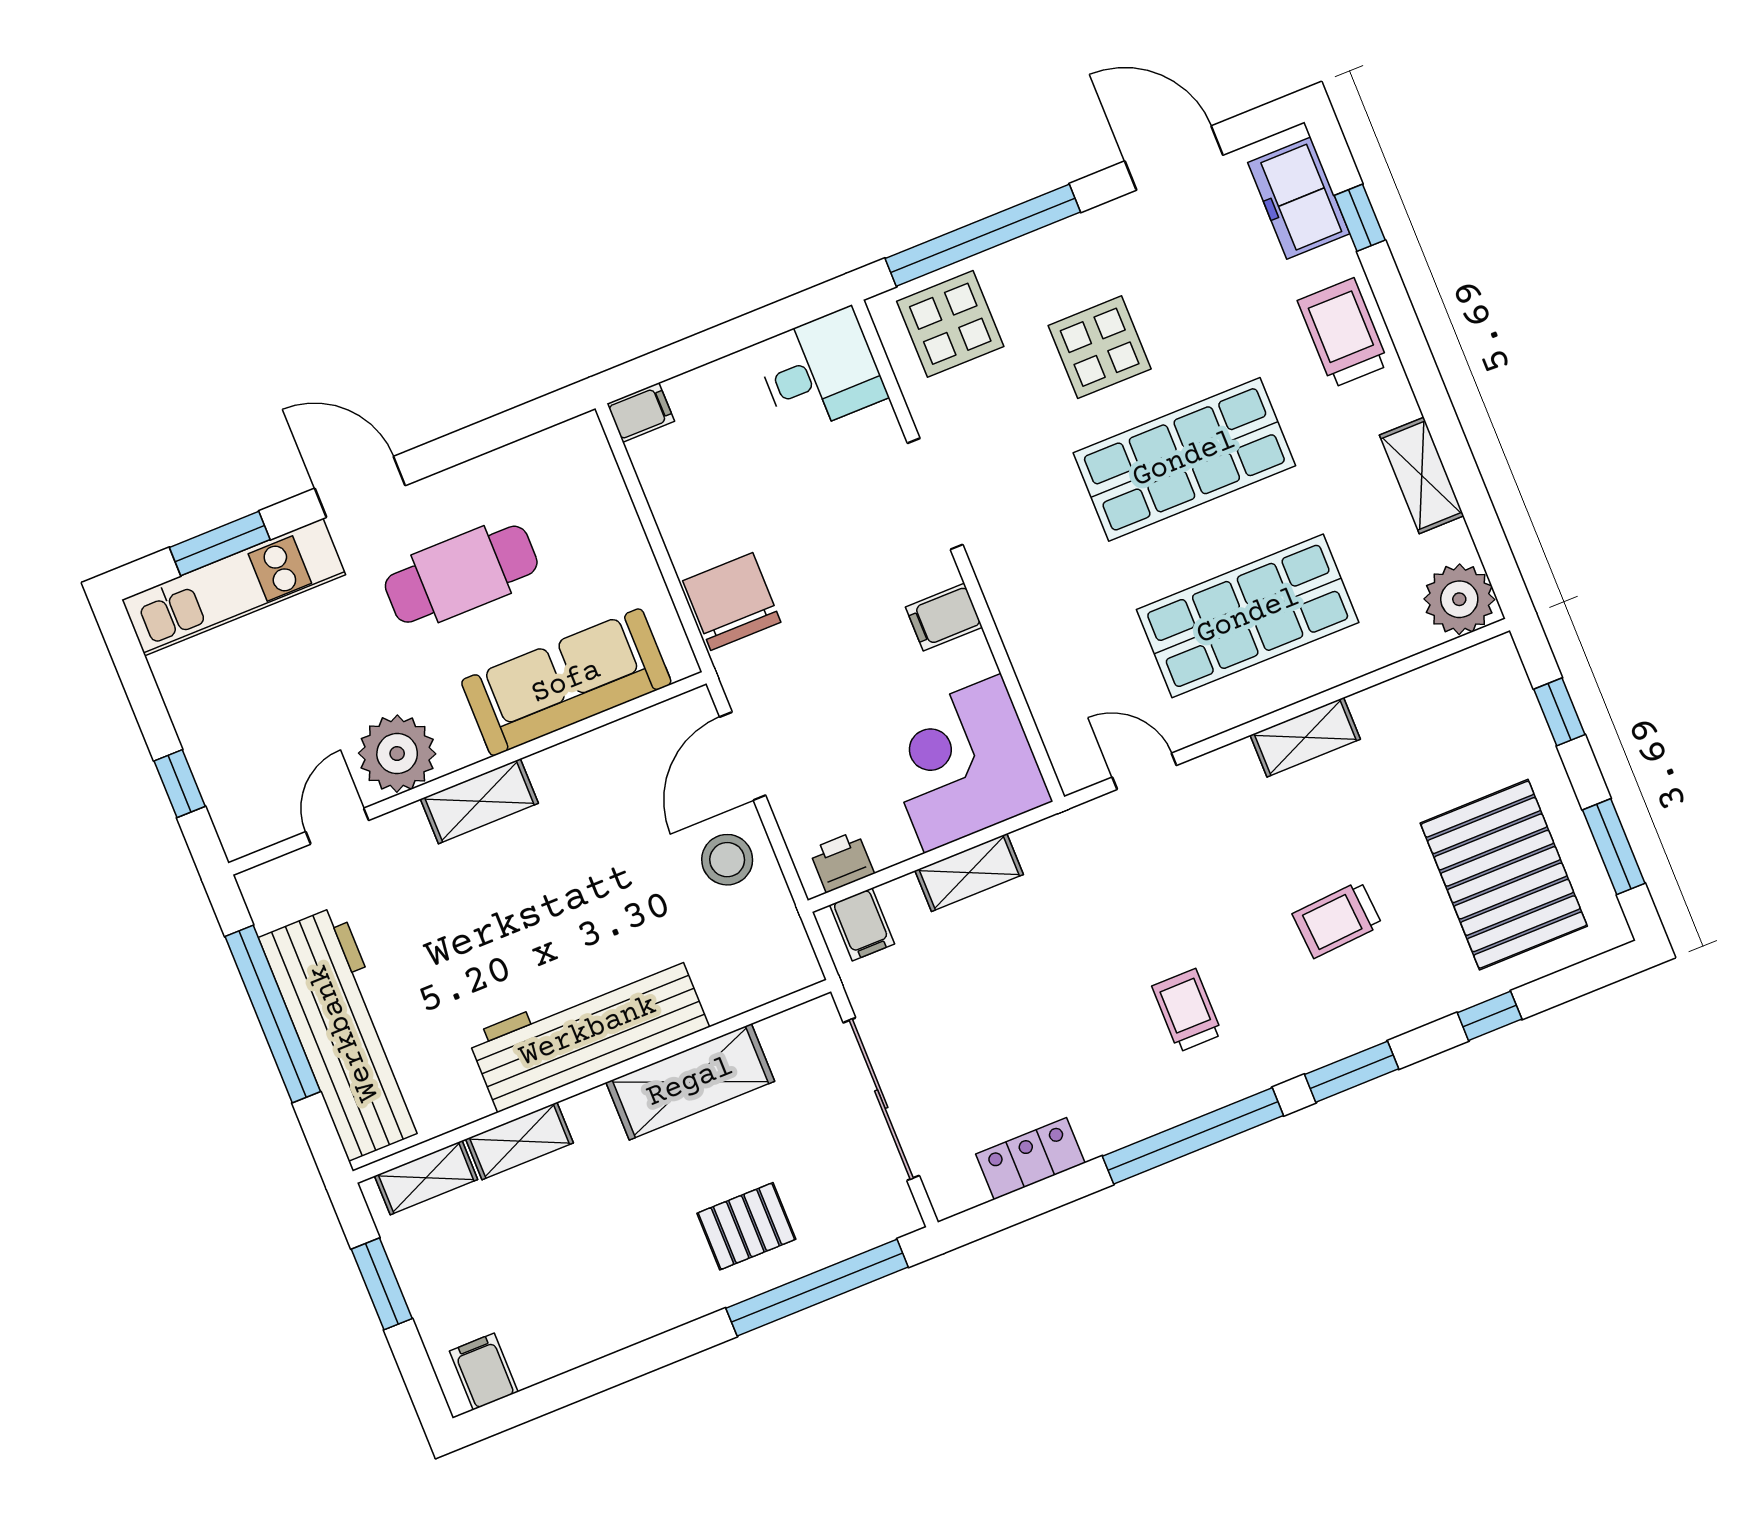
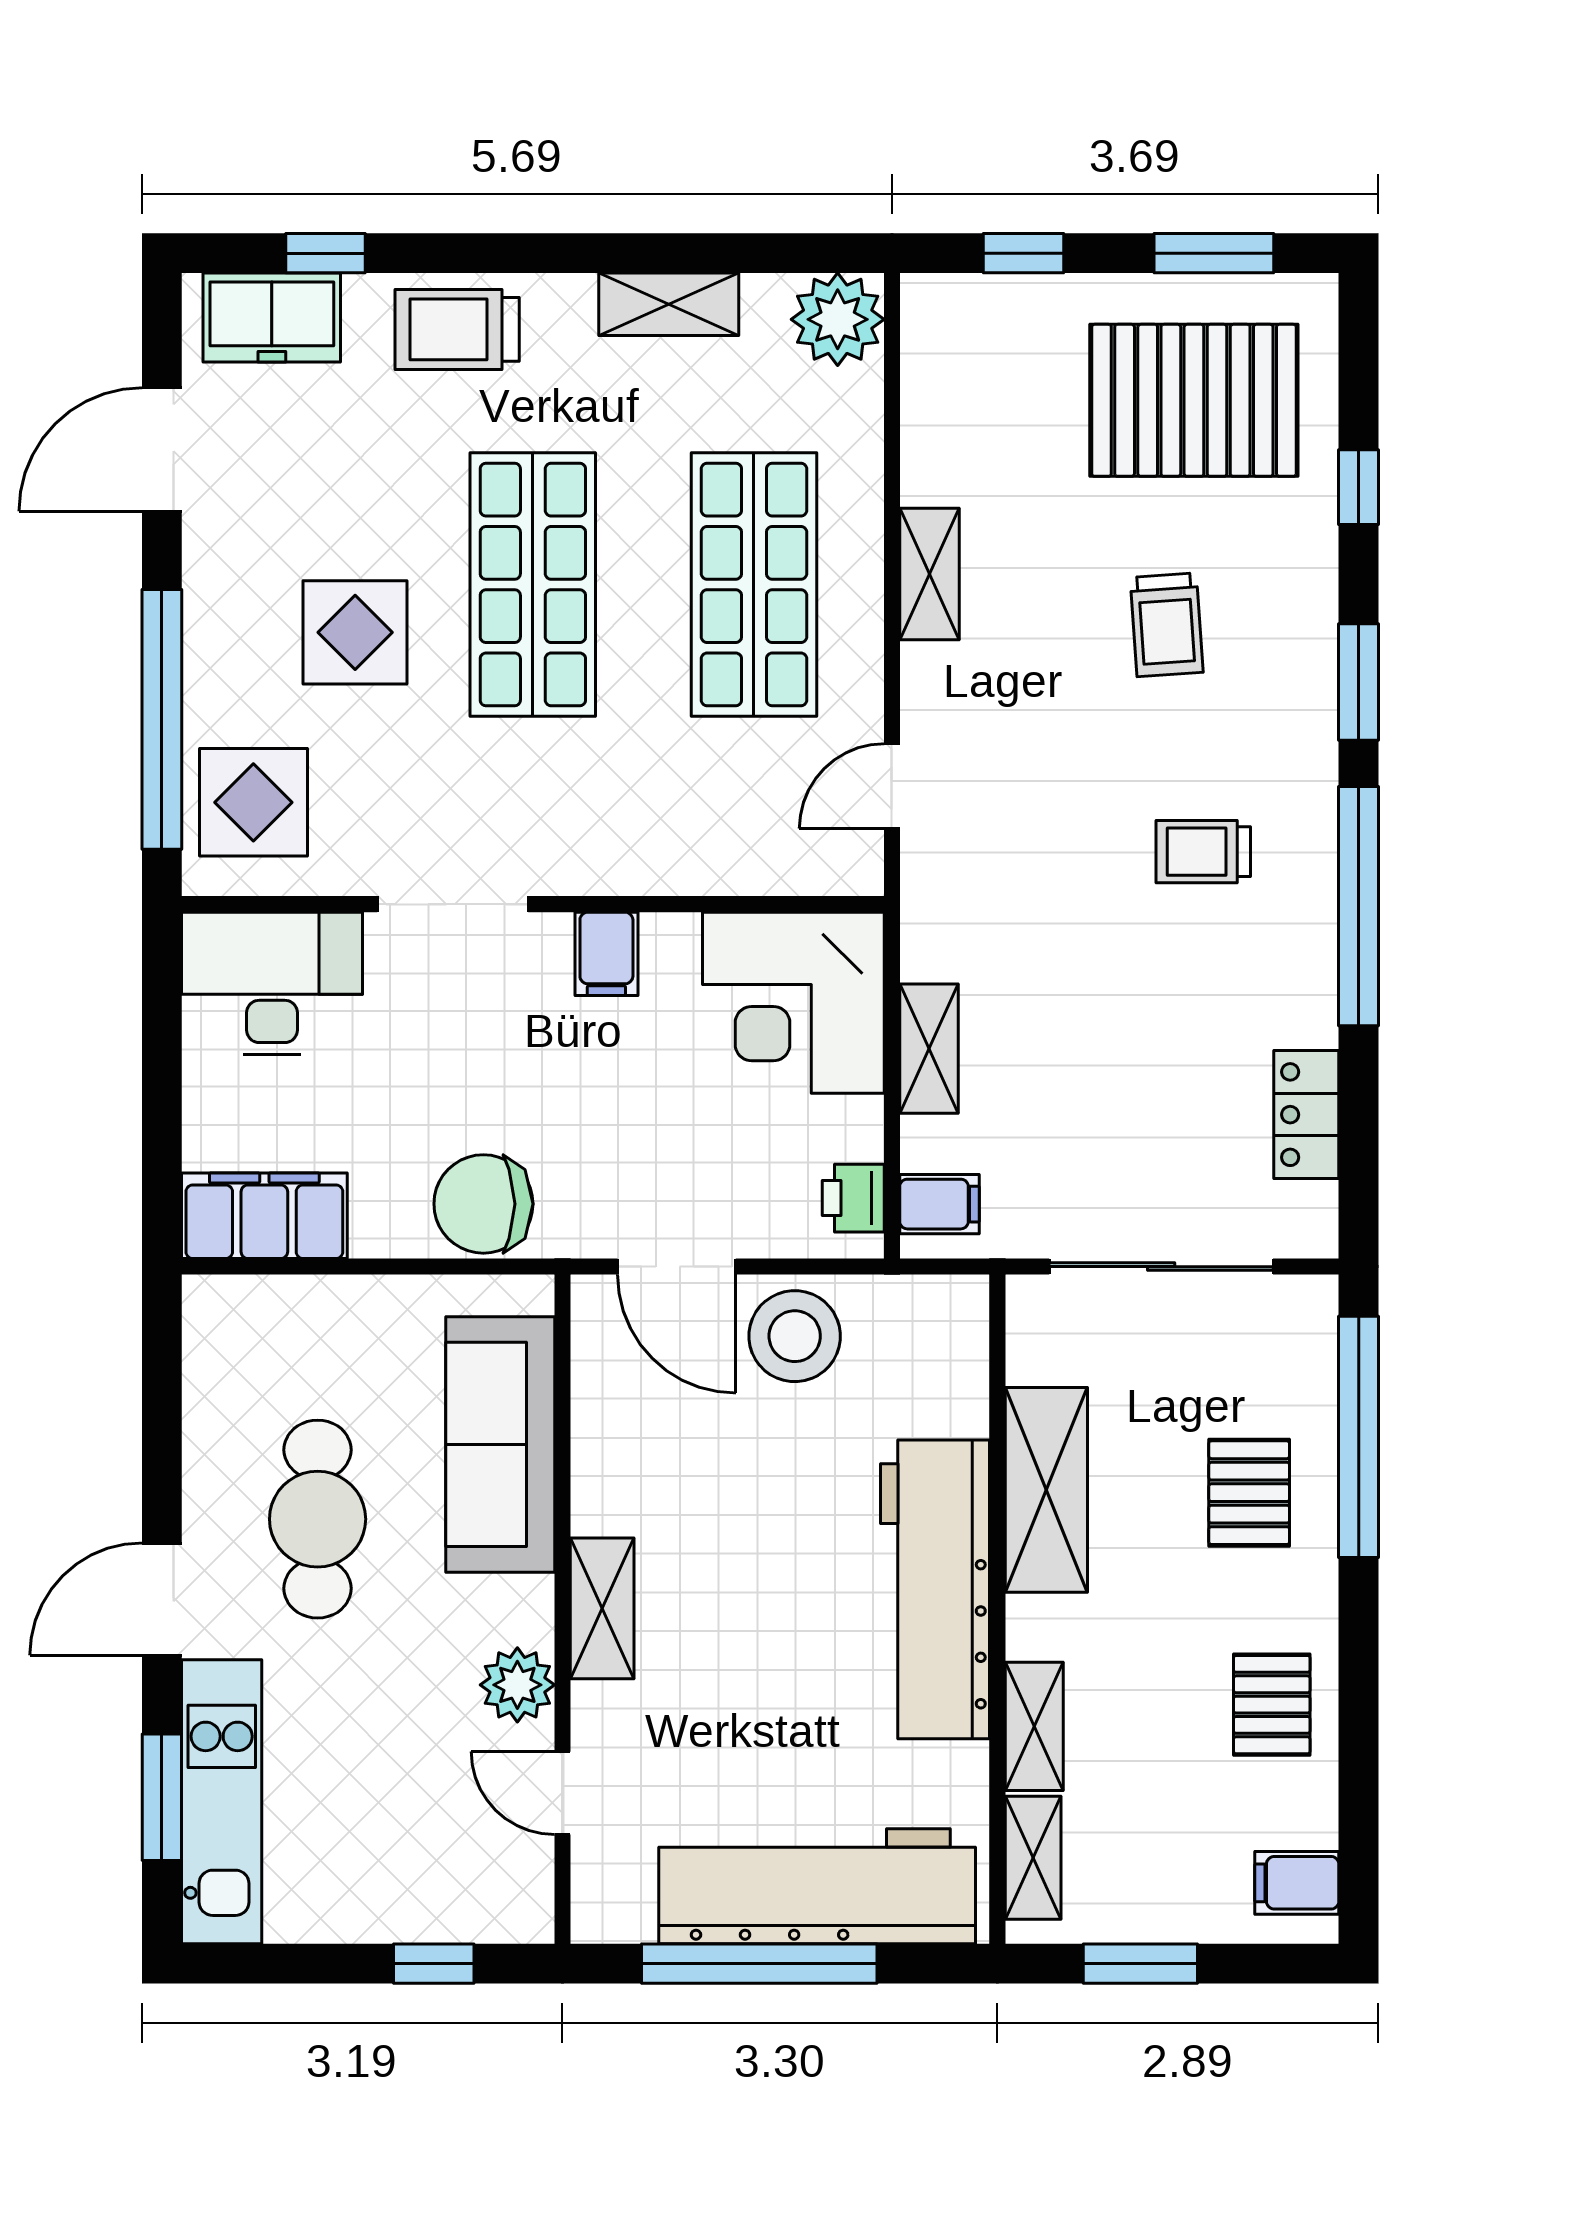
desk: (821, 371) -> (272, 983), width x1.37
filing cabinet: (641, 412) -> (264, 1216), width x3.00, depth x1.17
plant: (397, 754) -> (517, 1685), width x0.73, depth x0.73
stool: (727, 860) -> (795, 1336), width x1.38, depth x1.38
pallet: (603, 1303) -> (1272, 1705), added

